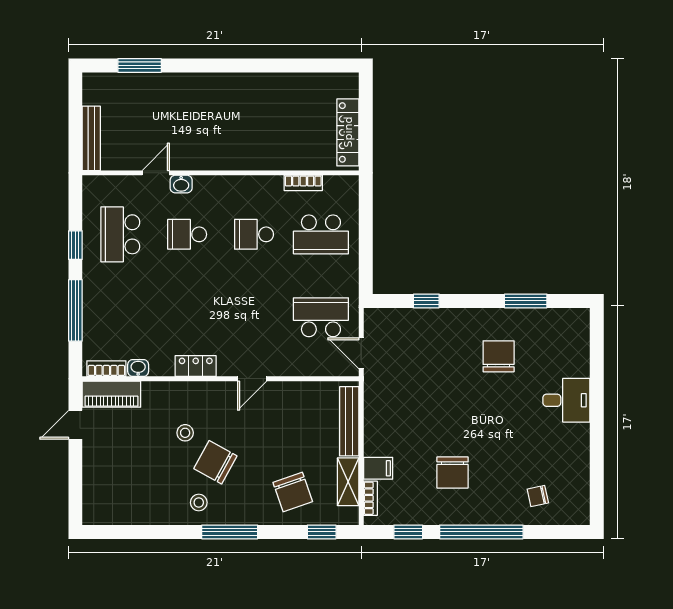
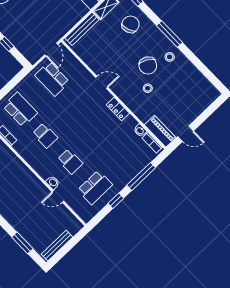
bench: (91, 138) -> (57, 246), moved

